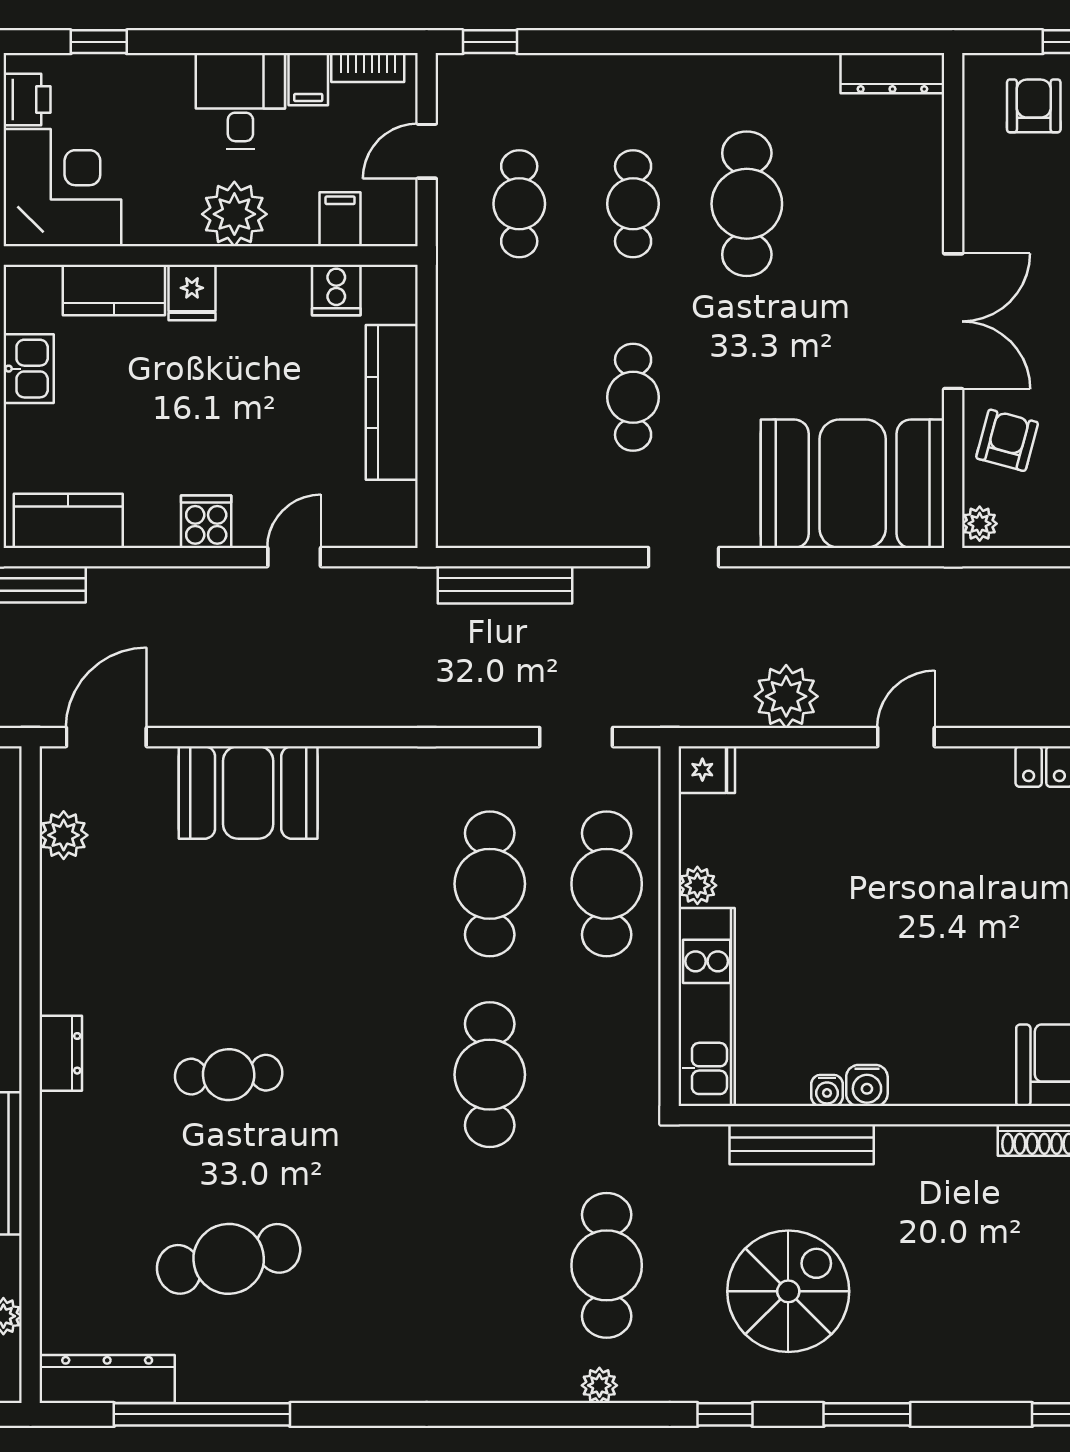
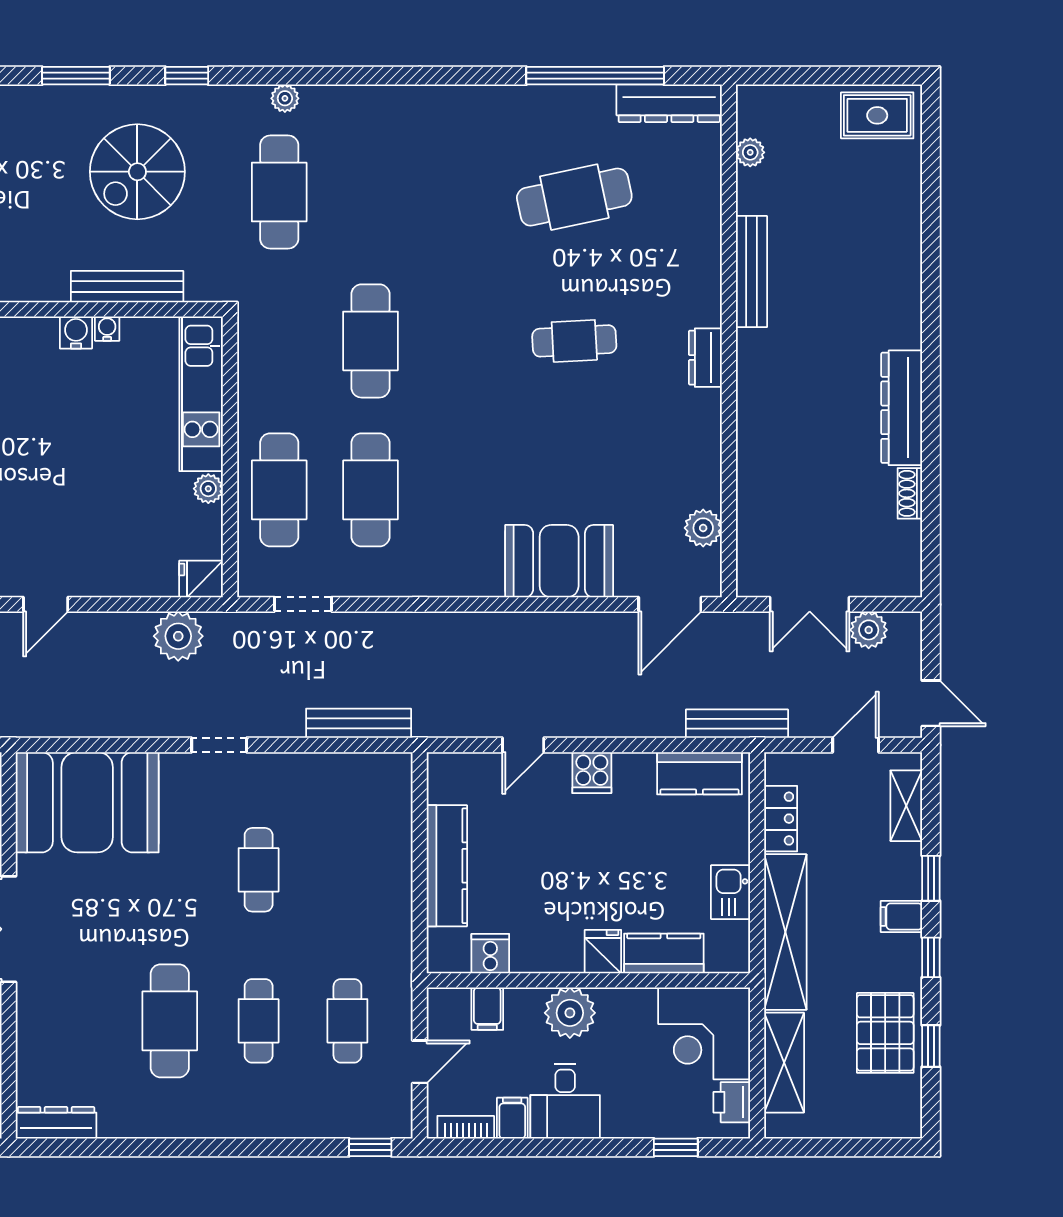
plant: (786, 696) -> (178, 636), moved

